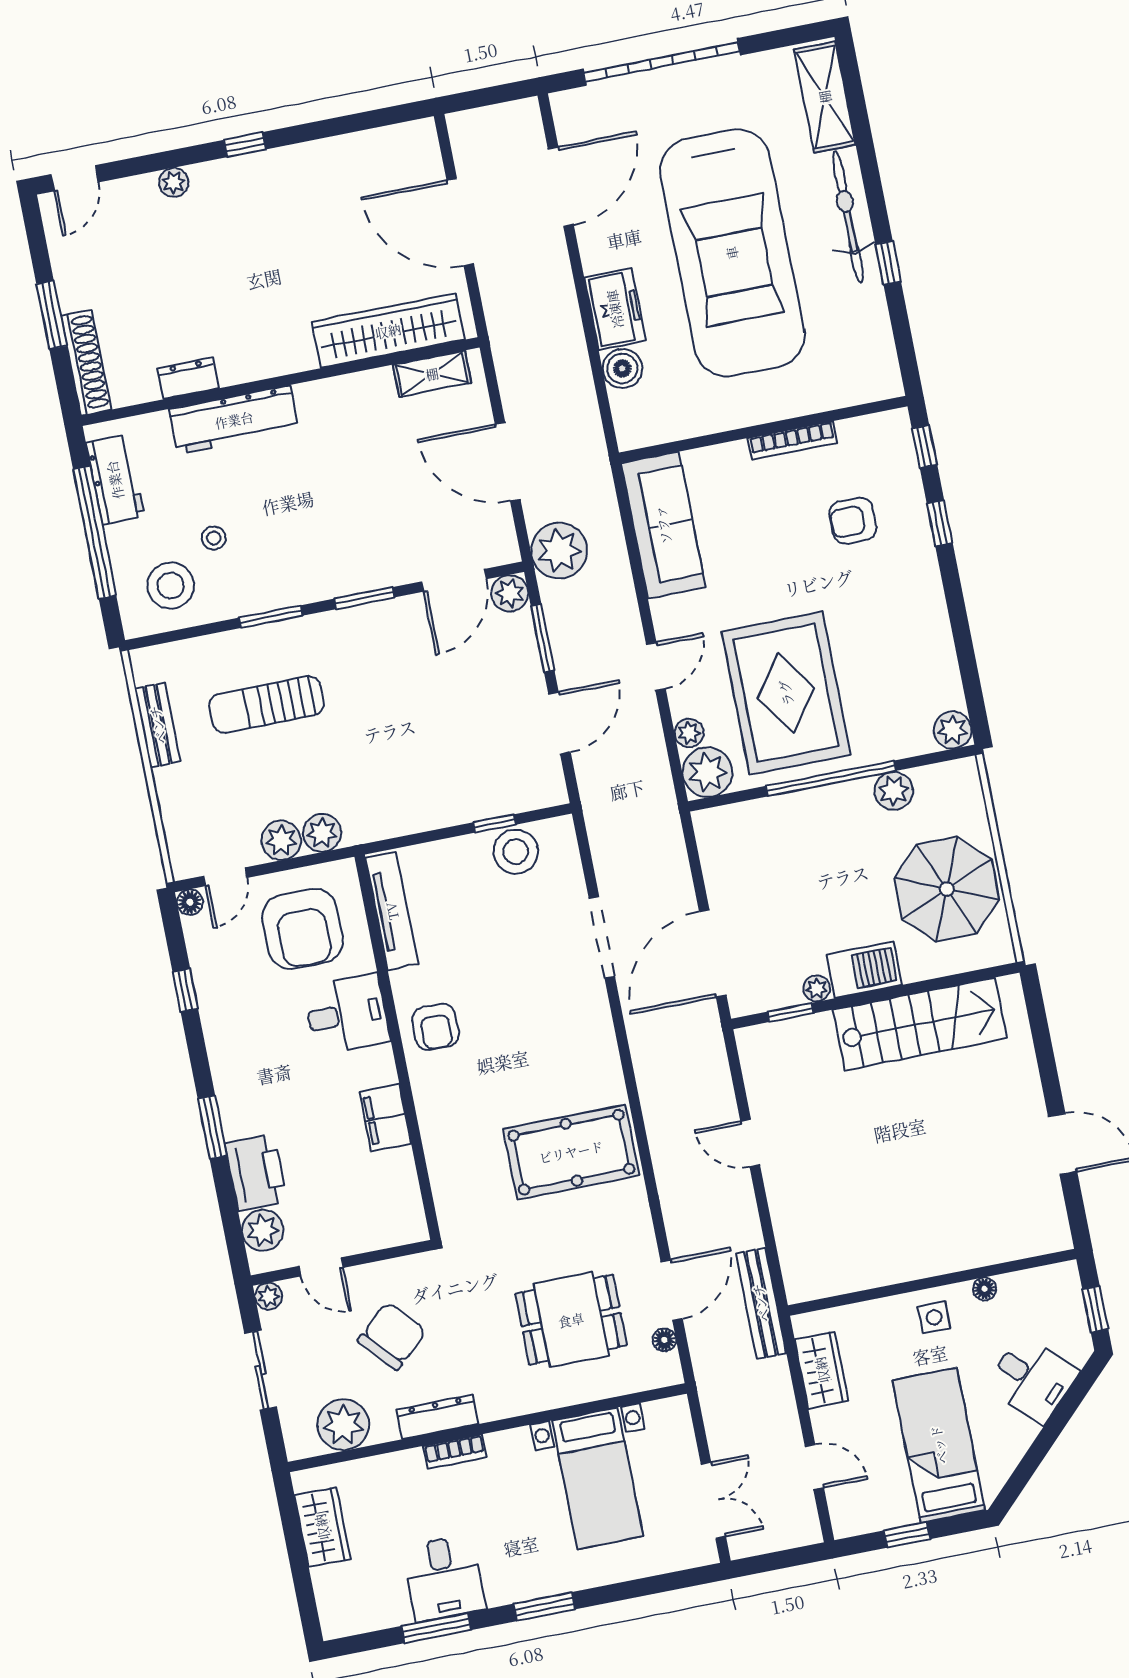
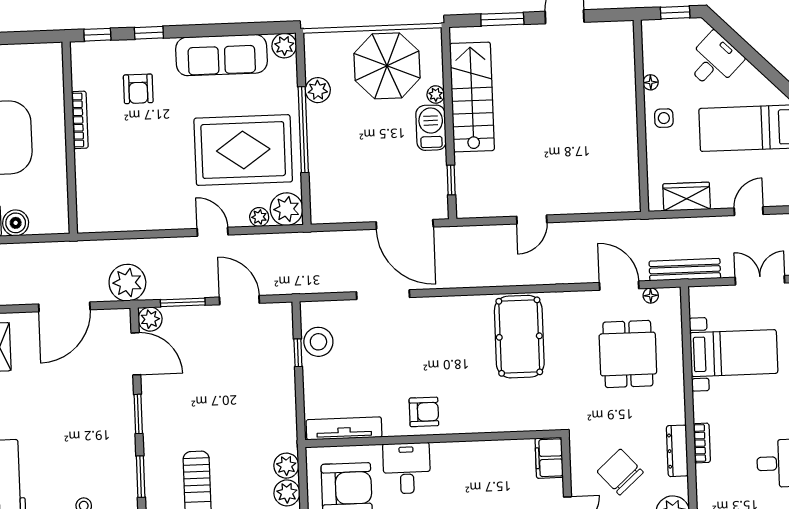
sofa: (663, 525) -> (222, 55), moved, turned 180
plant: (817, 988) -> (436, 95), moved
window: (1044, 1051) -> (502, 19), added
filing cabinet: (385, 1118) -> (549, 458), moved, turned 90
bench: (761, 1303) -> (685, 270), moved

